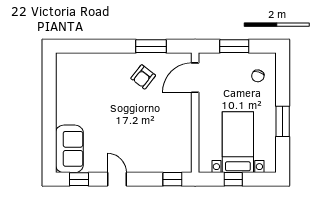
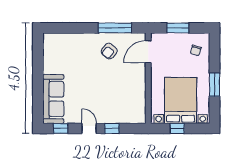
window: (151, 46) -> (115, 28), width x1.44
bed with nightstands: (238, 142) -> (181, 100), width x1.36
sofa: (69, 149) -> (53, 99), width x1.36
window: (172, 179) -> (112, 128), moved

